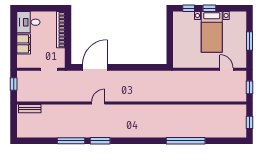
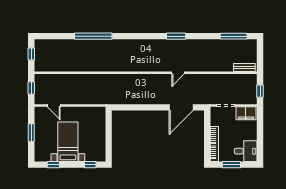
window: (43, 8) -> (231, 165), added
window: (209, 8) -> (53, 165), moved
filing cabinet: (24, 44) -> (246, 113), moved, turned -90
window: (71, 141) -> (234, 36), moved

